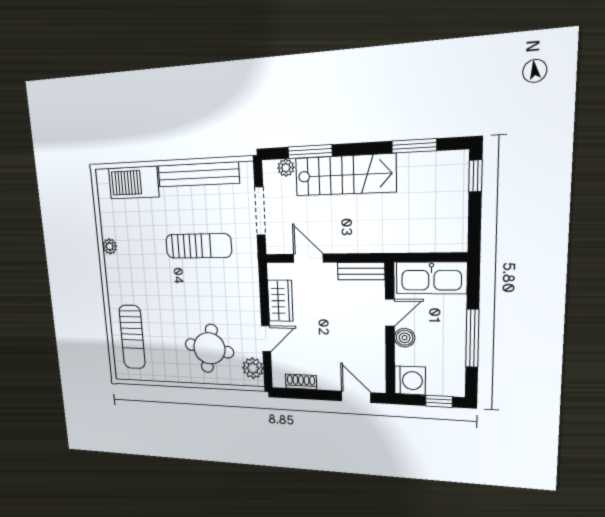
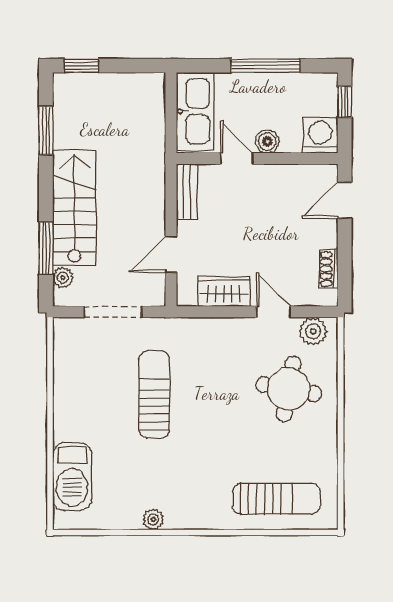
bench: (198, 174) -> (66, 388), removed

